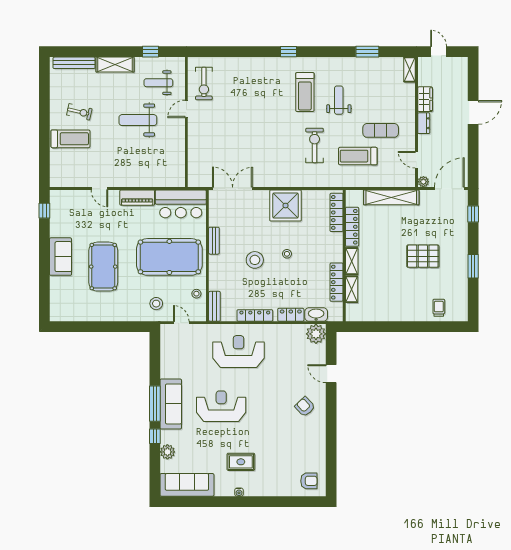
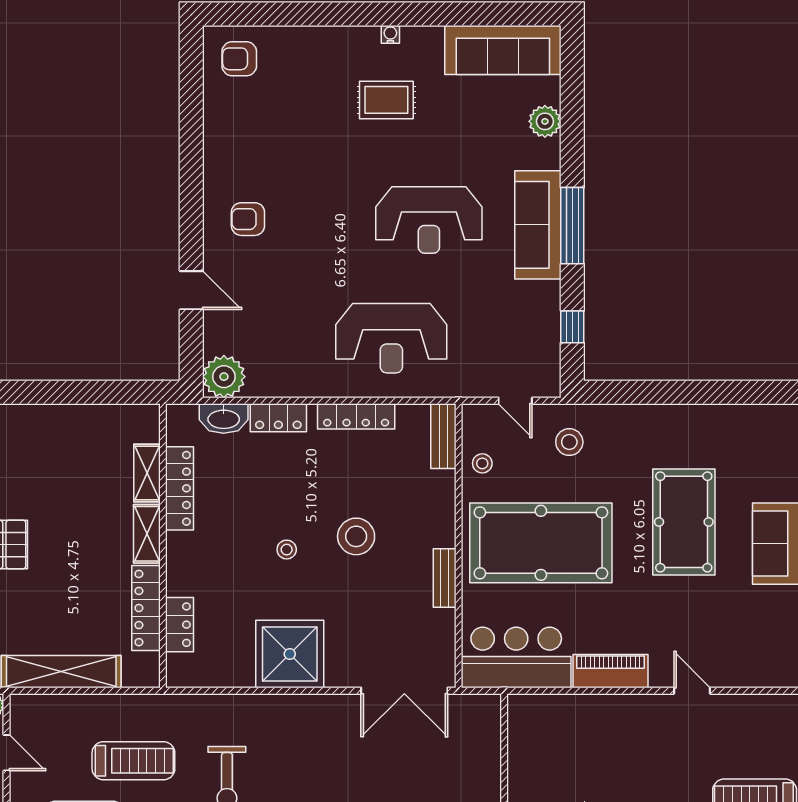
locker: (336, 212) -> (180, 625), width x0.66
armchair: (305, 407) -> (248, 219), turned 133
window: (155, 436) -> (572, 327), moved

